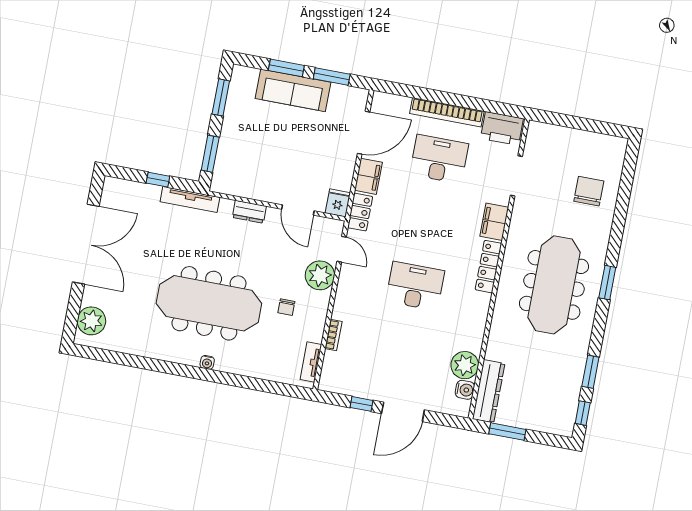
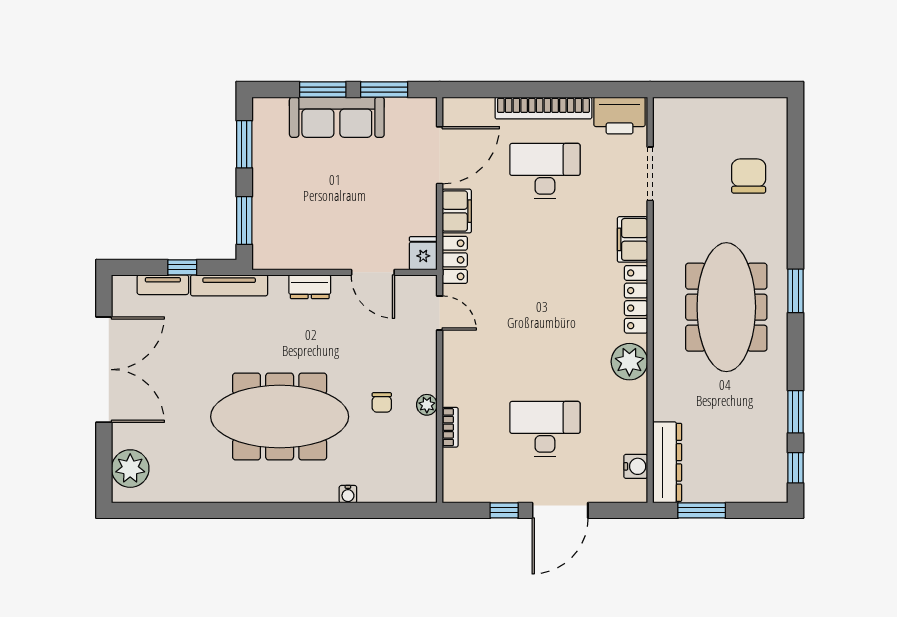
plant: (320, 275) -> (427, 405), moved, width x0.53, depth x0.53
desk: (415, 286) -> (545, 429), moved
water cooler: (207, 362) -> (348, 494), moved
tv unit: (311, 362) -> (163, 285), moved, turned -90
plant: (465, 365) -> (629, 362), moved

